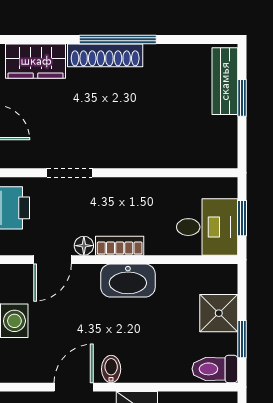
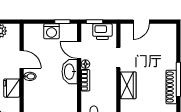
shoe rack: (105, 55) -> (171, 87), moved
wardrobe: (36, 61) -> (128, 85), moved, turned 180
washbasin: (128, 281) -> (70, 72), moved

